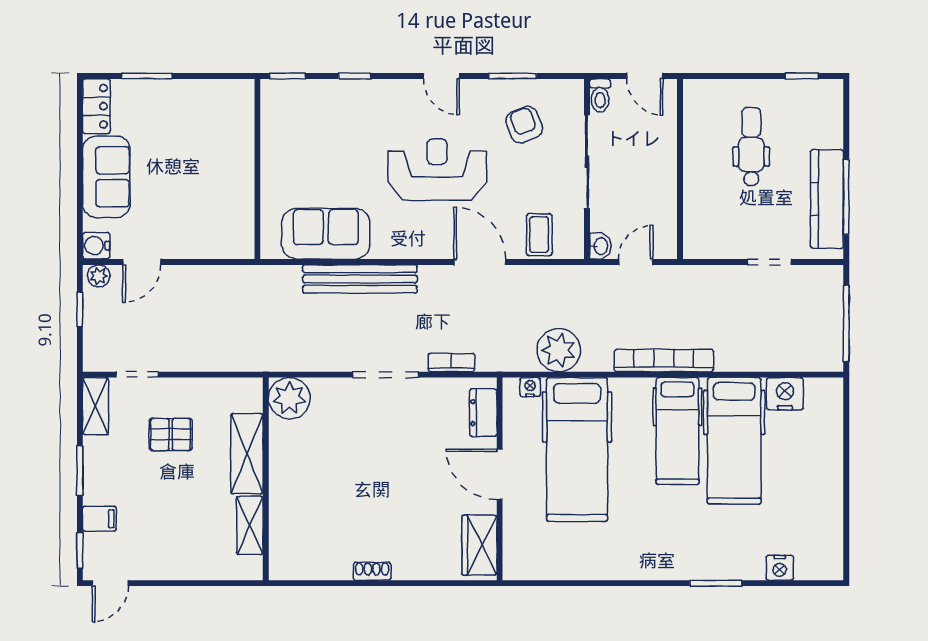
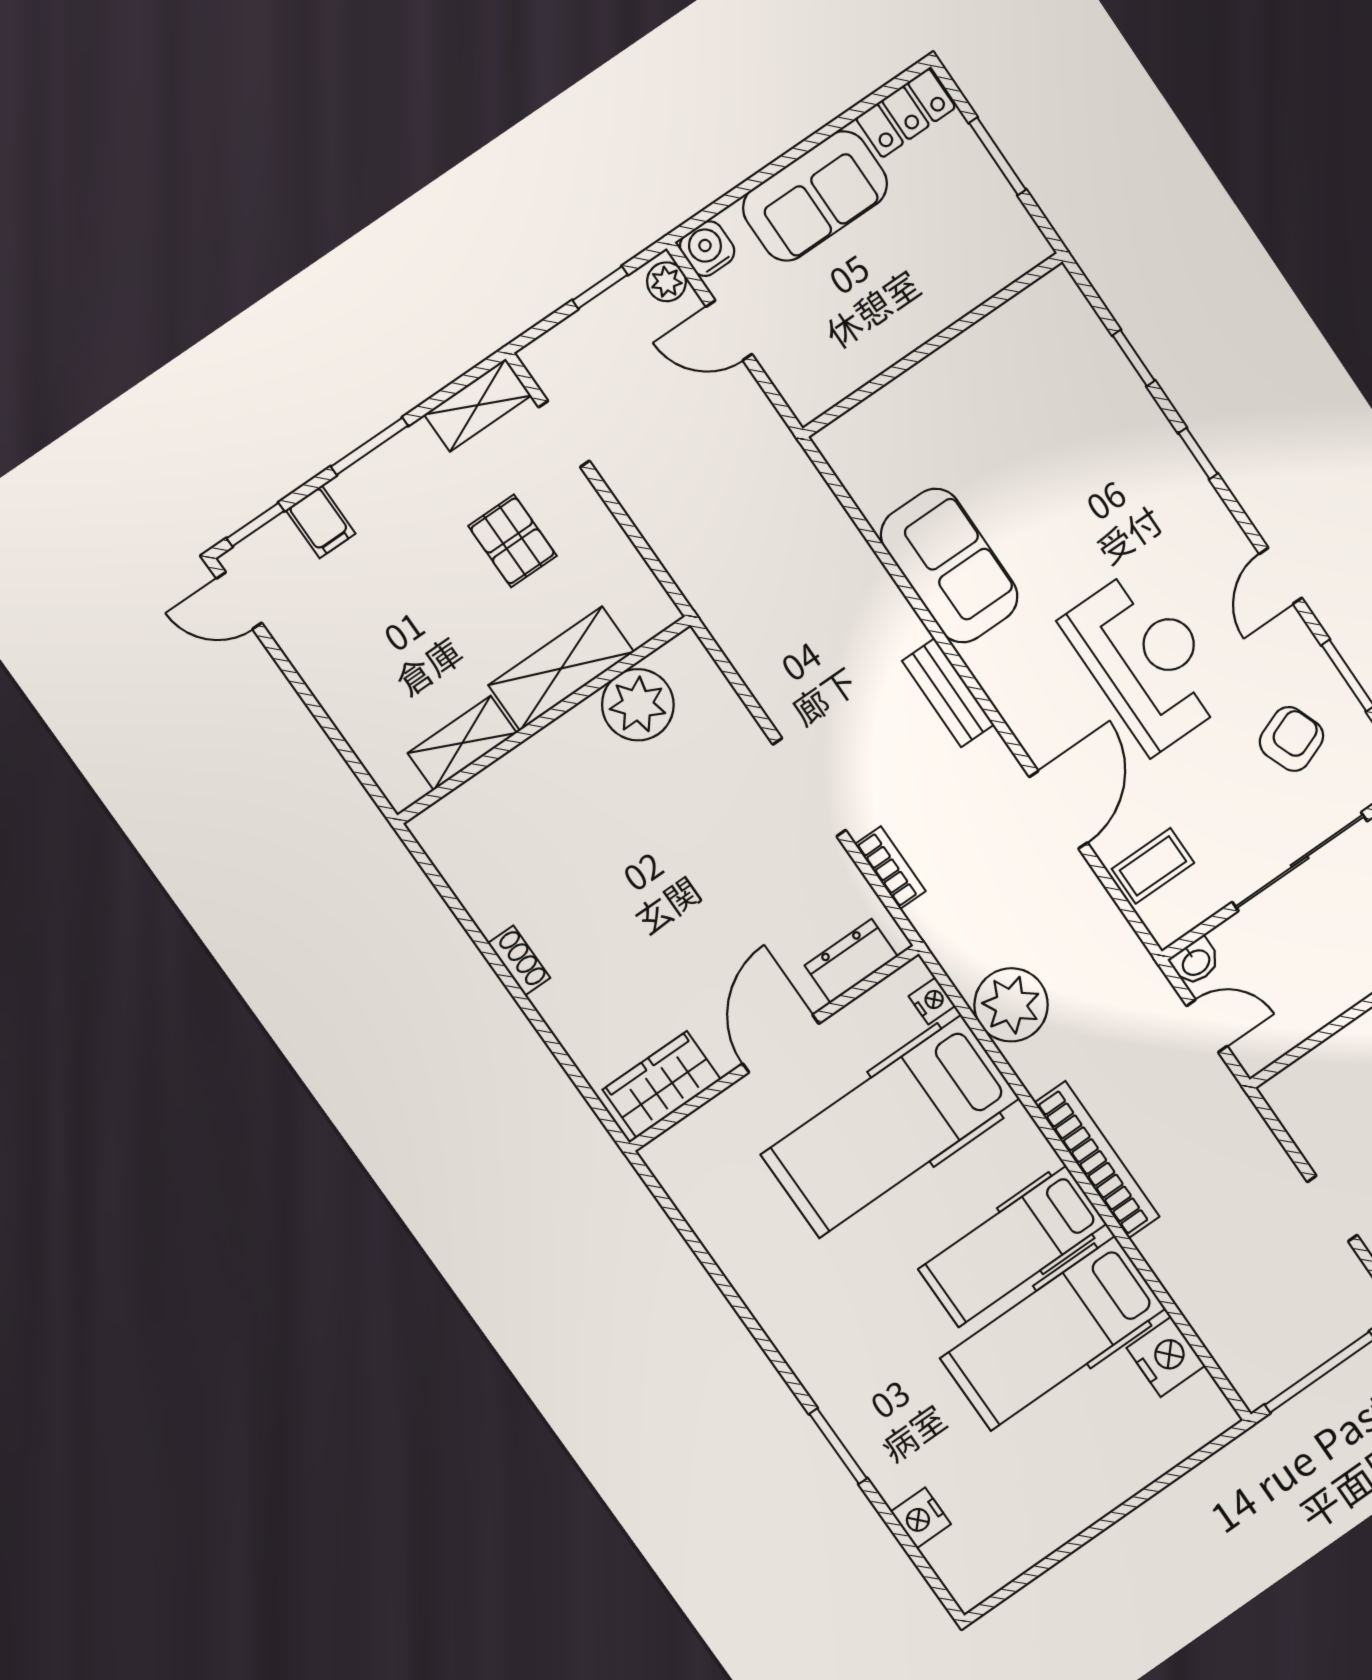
wall: (257, 169) -> (933, 345), moved
bench: (360, 279) -> (948, 693), width x0.54, depth x0.82
plant: (289, 398) -> (638, 705), moved

